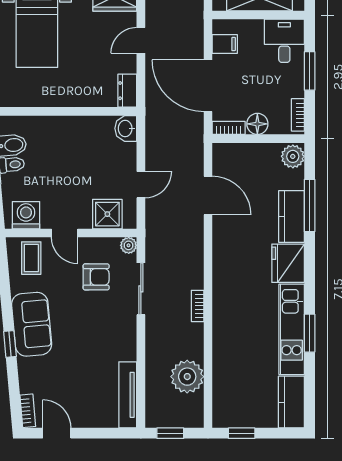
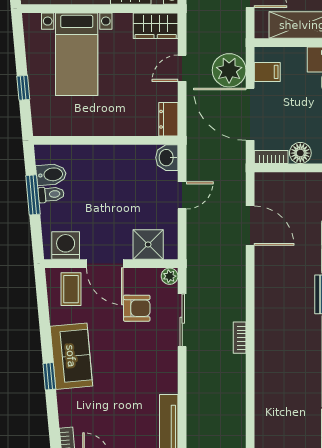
door: (141, 185) -> (182, 195), moved
door: (65, 233) -> (105, 264), width x1.38
plant: (187, 377) -> (229, 70), moved

